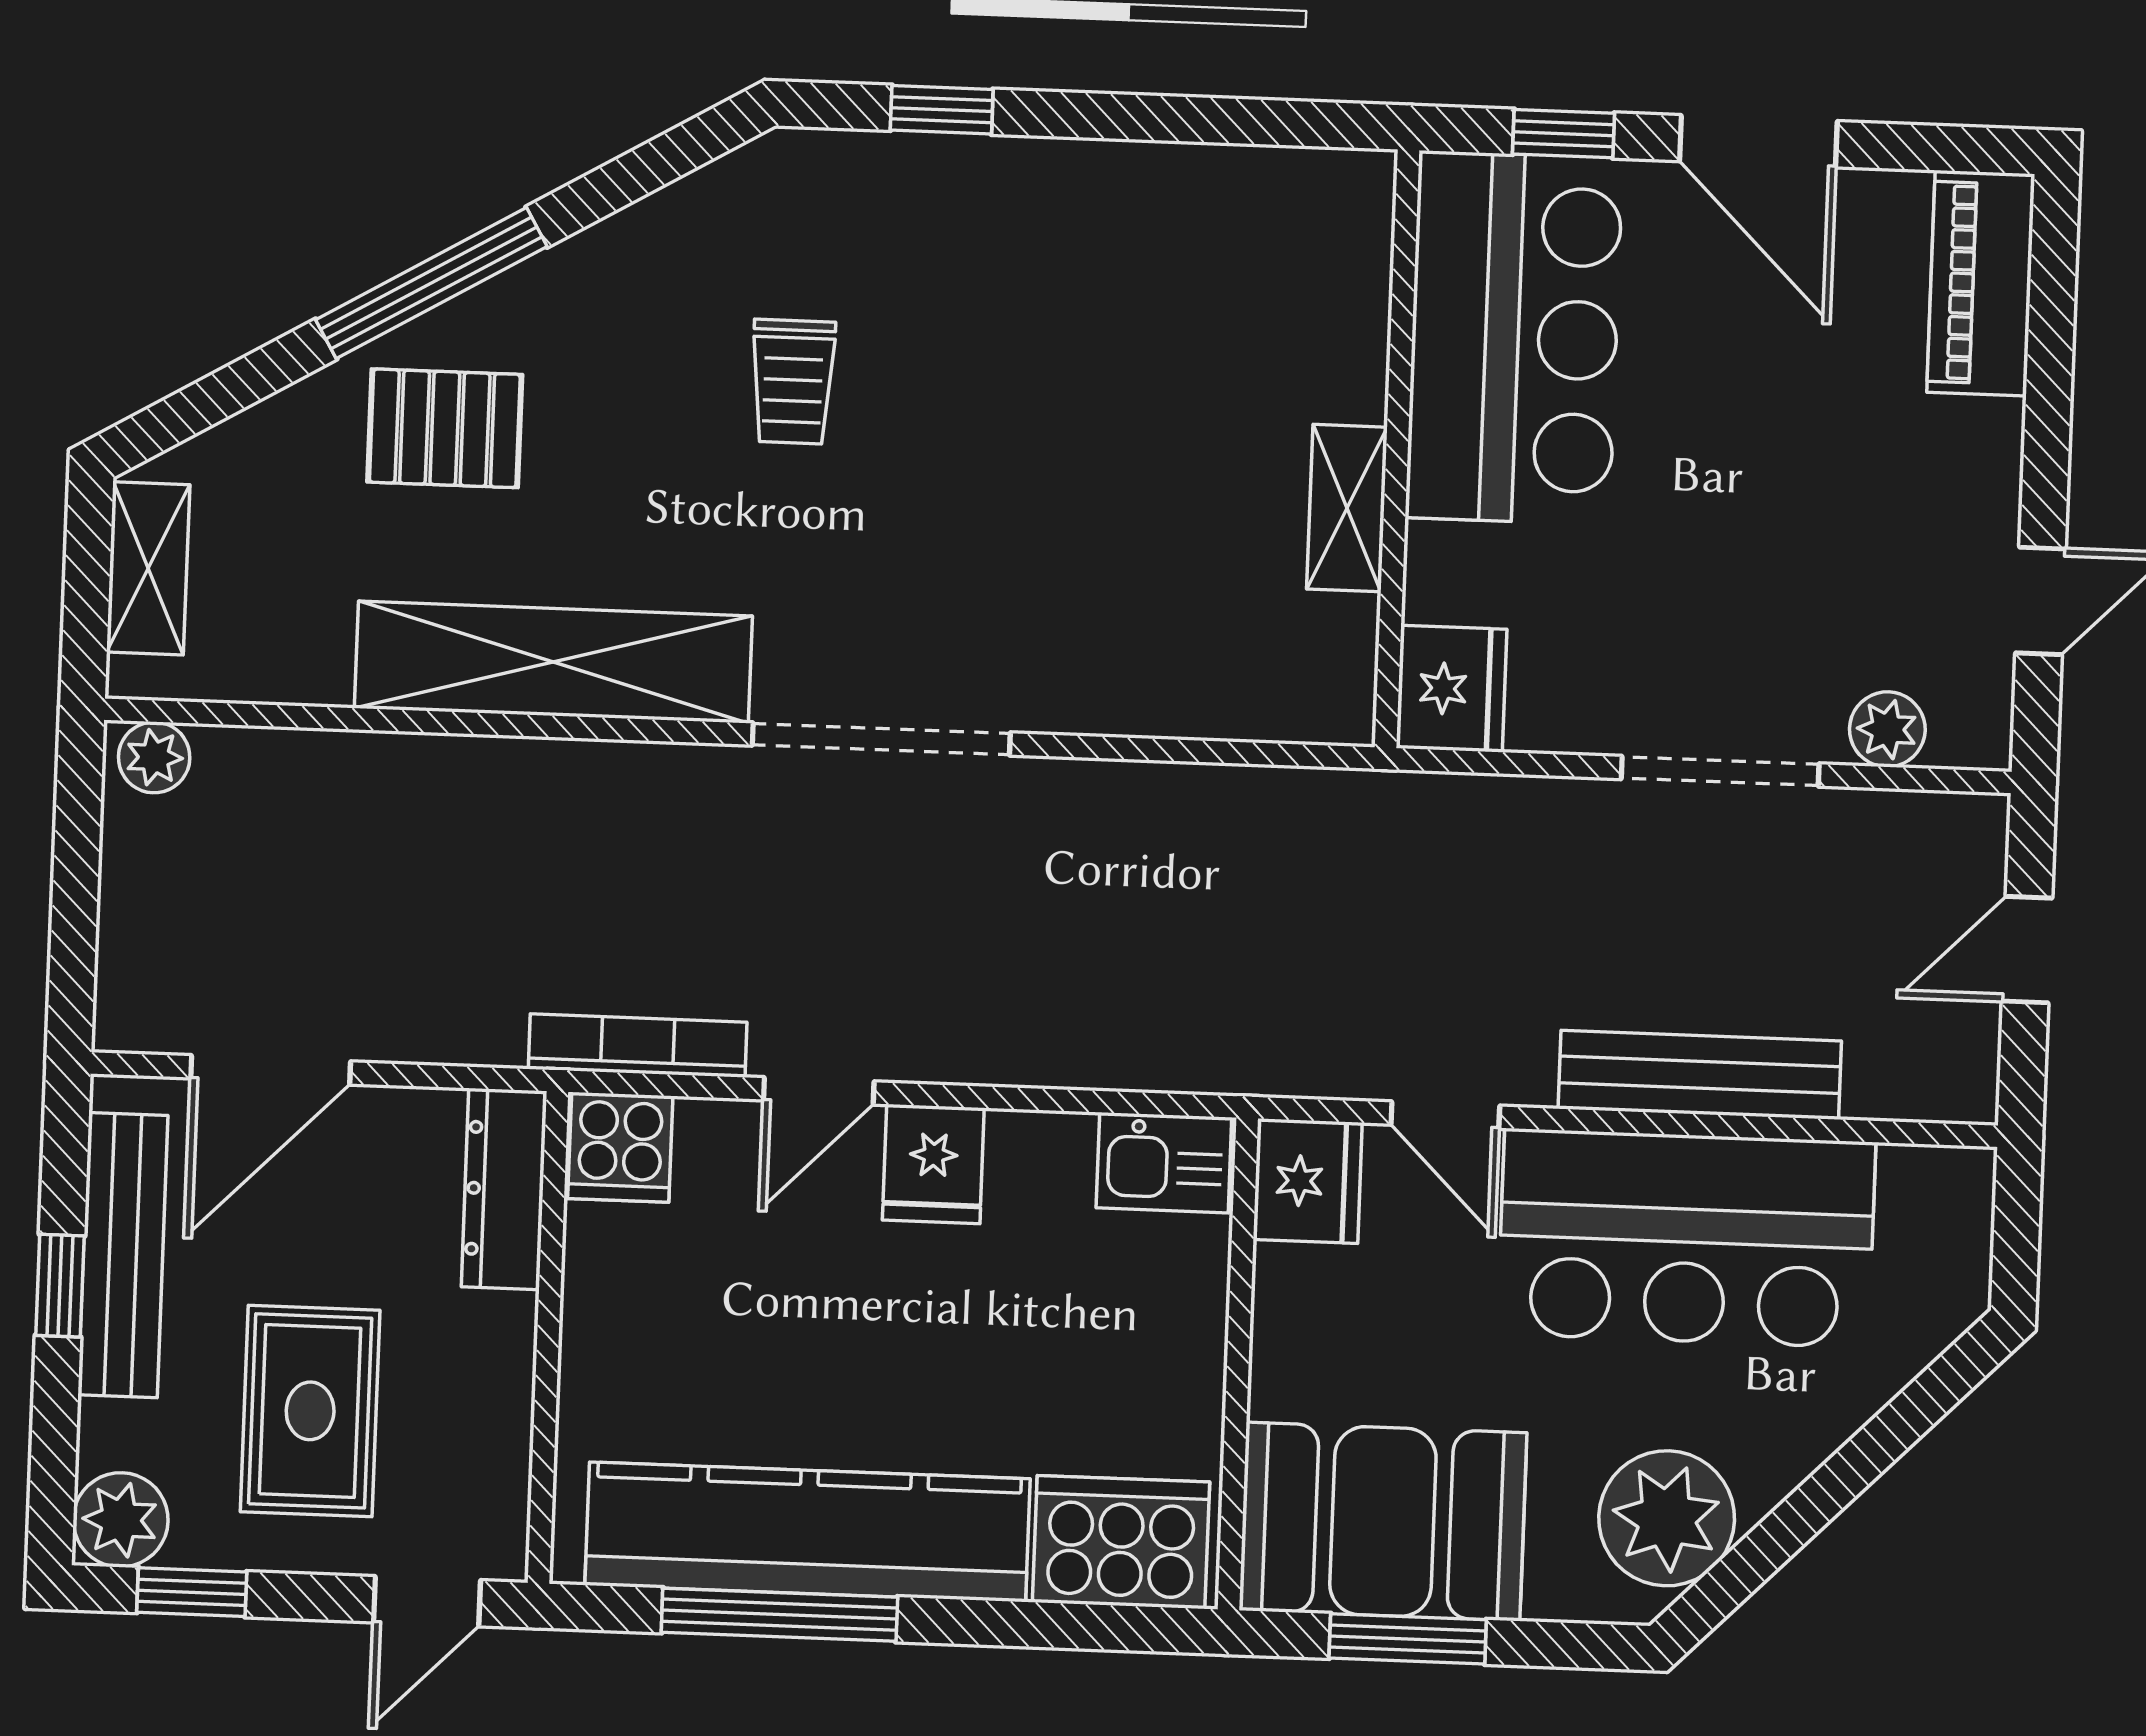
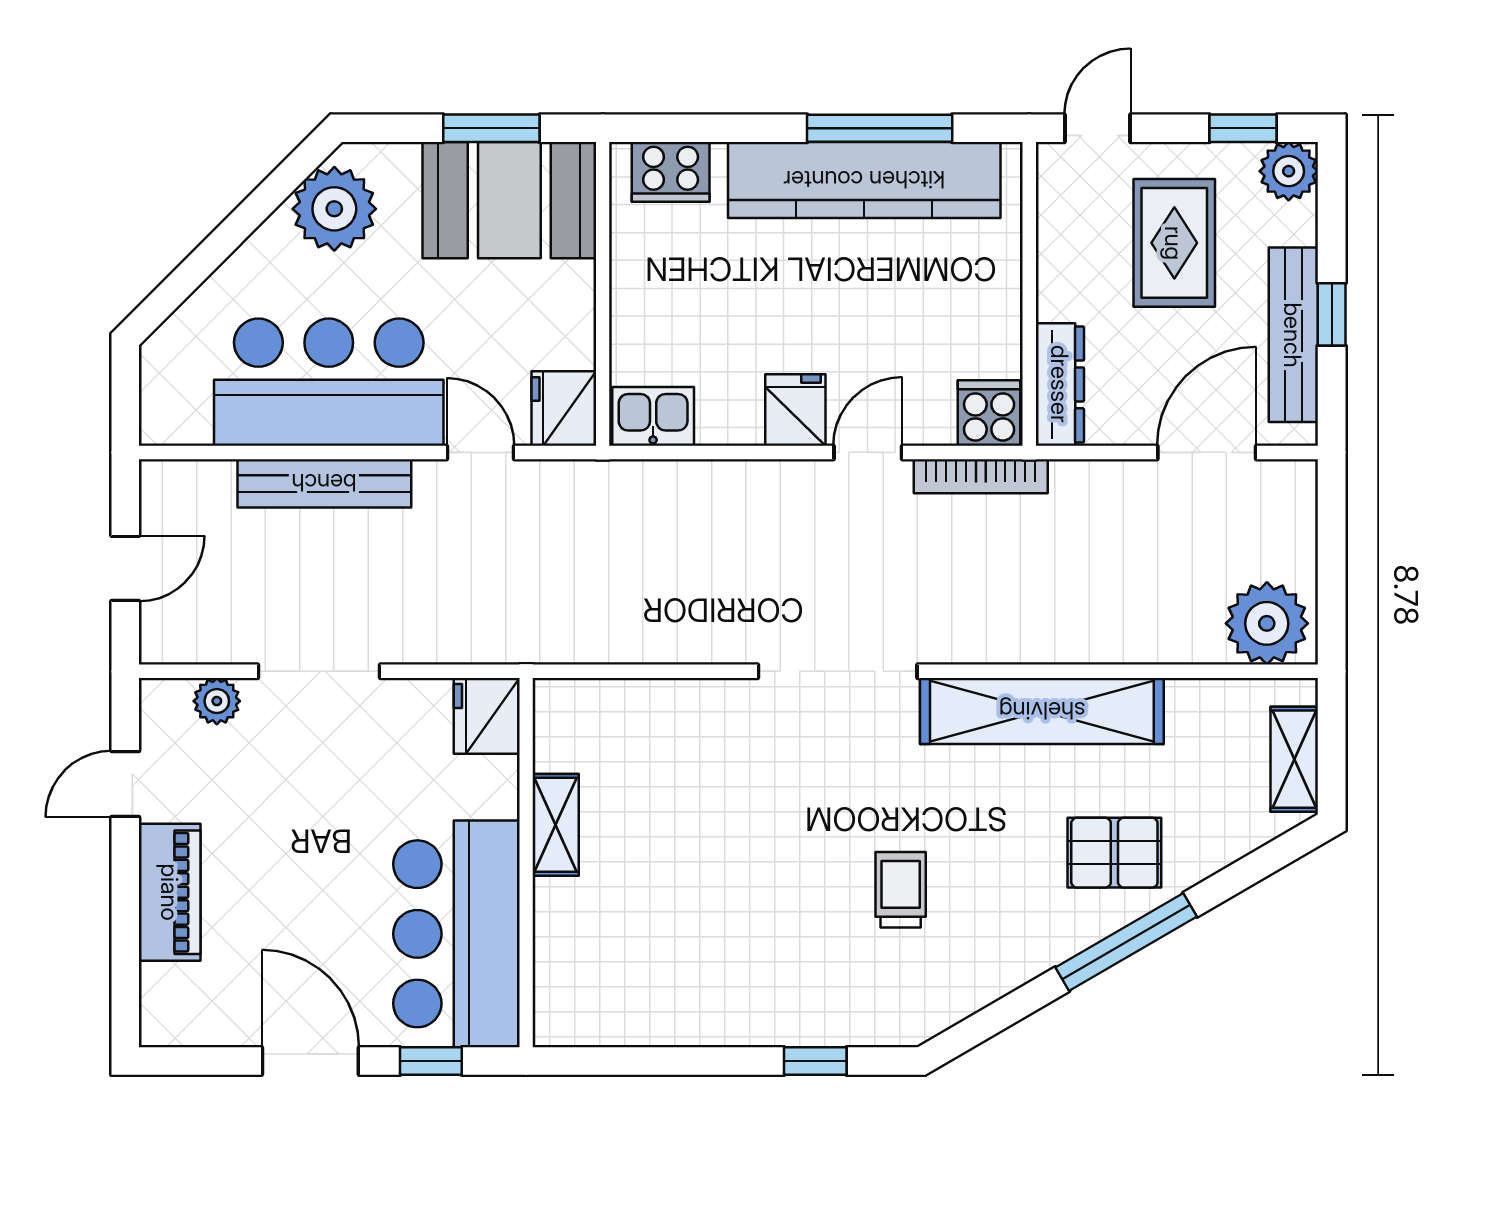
piano: (1981, 283) -> (170, 892), moved
plant: (154, 757) -> (1267, 623), width x1.87, depth x1.87
cooker: (1121, 1542) -> (671, 172), width x0.73, depth x0.76

